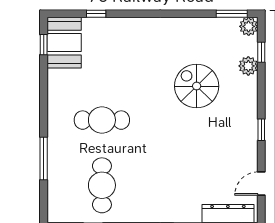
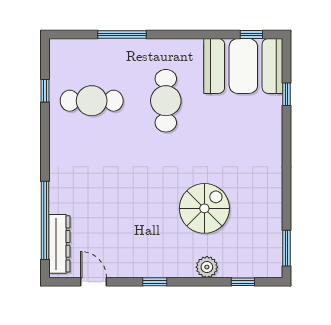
plant: (249, 26) -> (272, 267), removed
booth: (64, 43) -> (243, 66), width x1.36, depth x1.42
plant: (248, 66) -> (207, 267), moved

